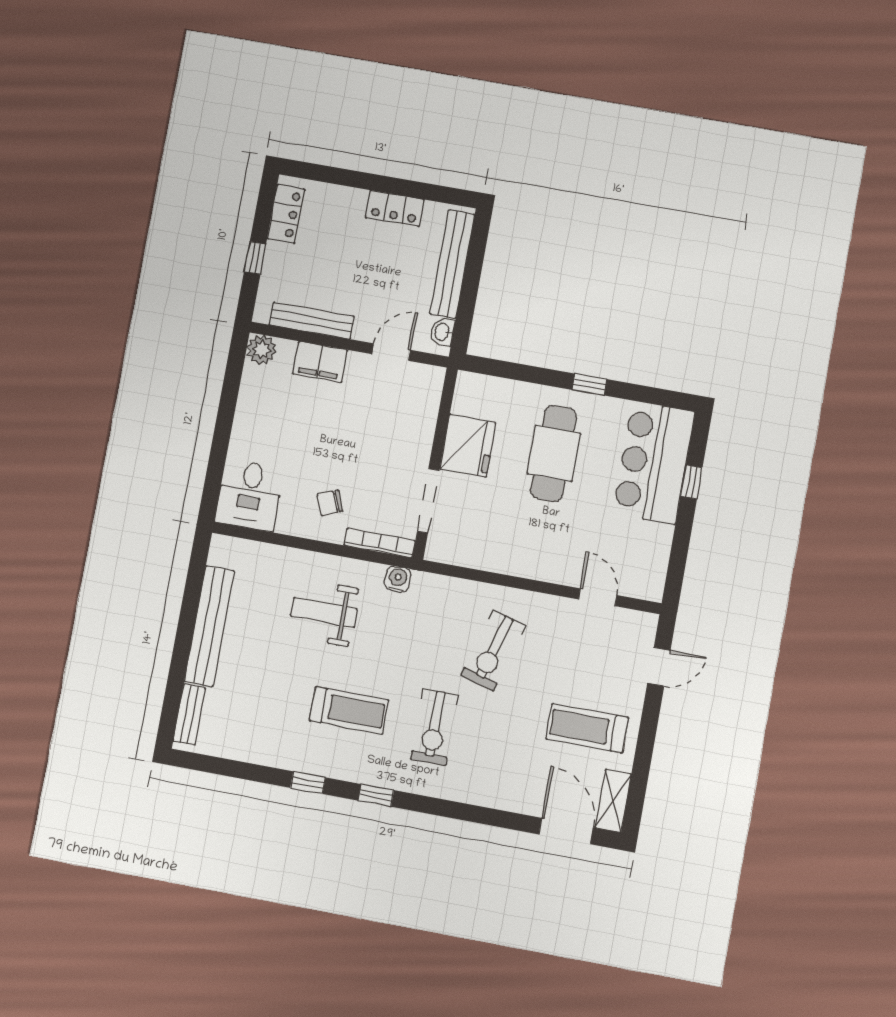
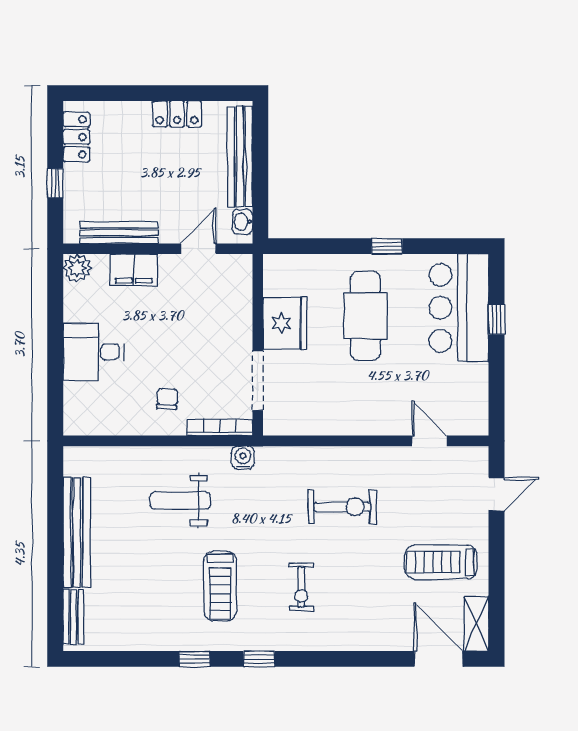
desk: (249, 495) -> (94, 352), moved, turned 90
chair: (330, 503) -> (167, 399), turned 117
exercise bike: (493, 650) -> (342, 507), turned -106
treadmill: (349, 710) -> (220, 586), turned 90
exercise bike: (434, 727) -> (301, 587), width x0.73, depth x0.72

